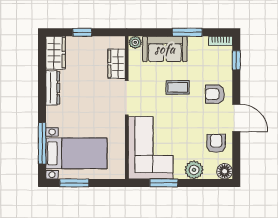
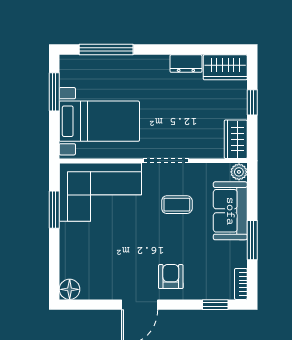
wardrobe: (117, 64) -> (236, 139), moved, turned -90
coffee table: (178, 87) -> (177, 205), moved, turned 90
dresser: (53, 88) -> (186, 64), width x0.70
armchair: (216, 143) -> (106, 278), removed
bed with nightstands: (76, 153) -> (99, 121), moved, turned -90
plant: (194, 170) -> (71, 249), removed

